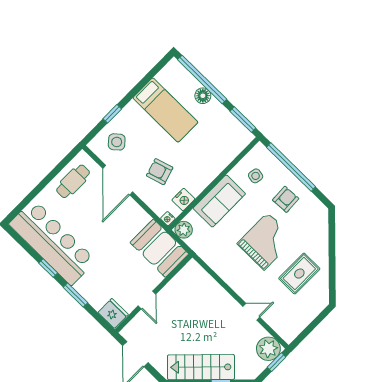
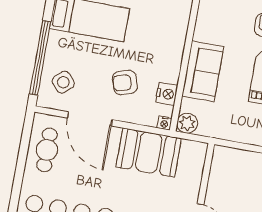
window: (112, 114) -> (40, 58), width x3.17
side table: (256, 176) -> (221, 23), removed
booth: (159, 248) -> (149, 153), moved

